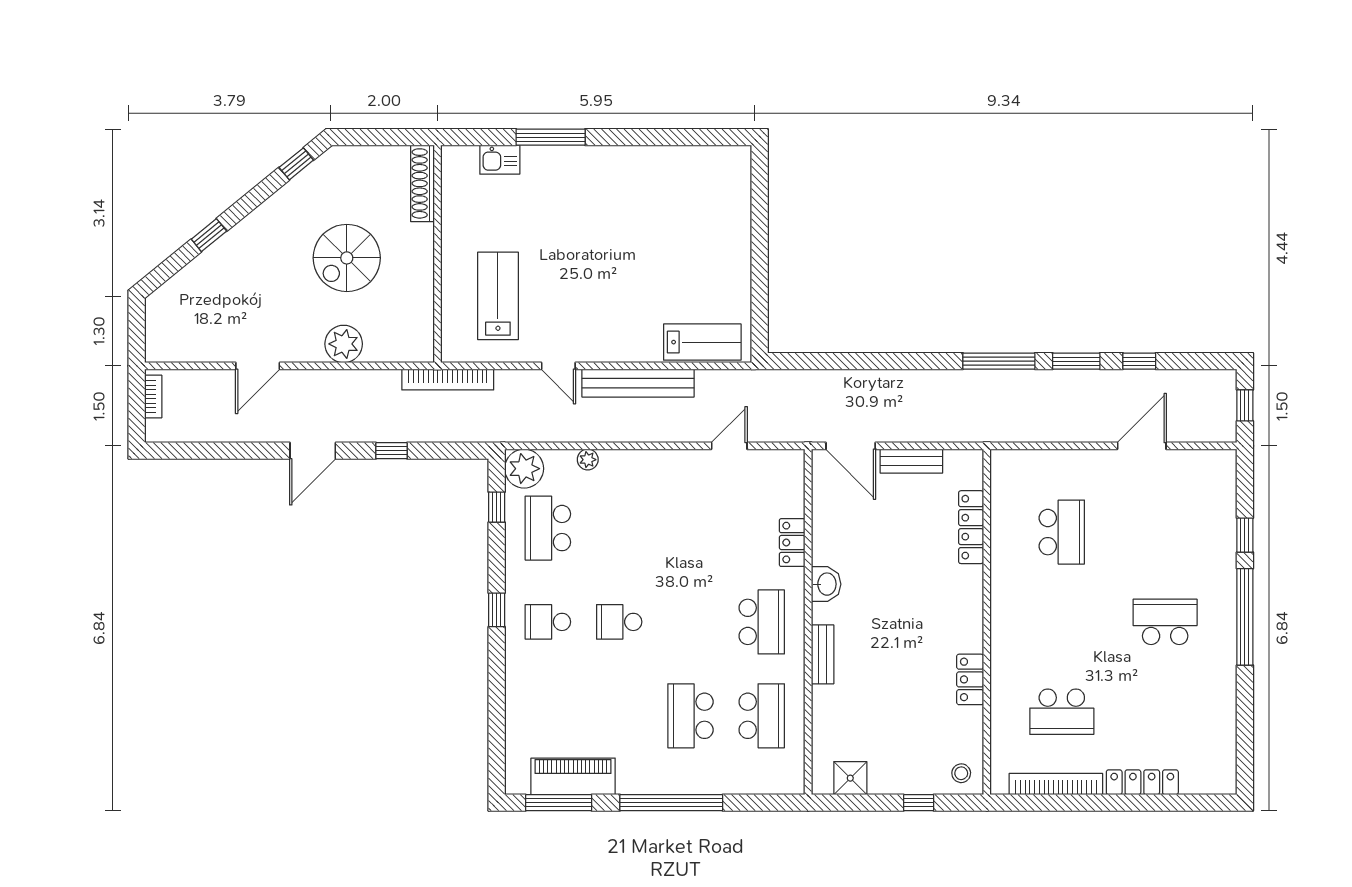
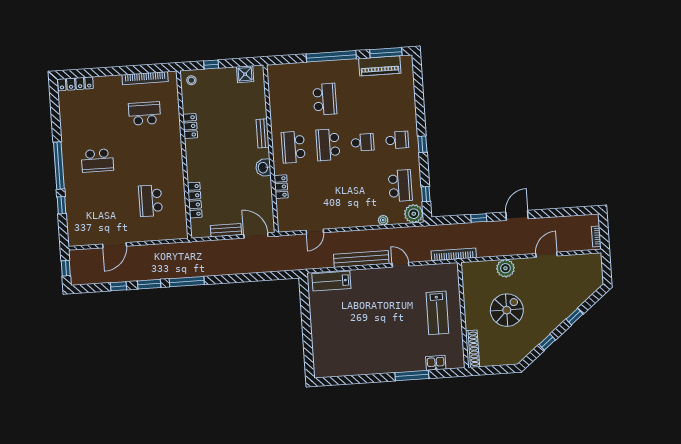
window: (296, 164) -> (547, 342), moved
lab bench: (498, 296) -> (437, 313), moved
school desk: (762, 716) -> (328, 145), moved
locker: (1142, 782) -> (75, 84), moved

